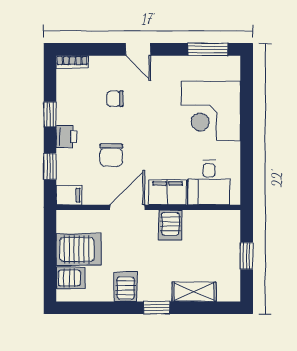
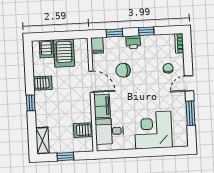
window: (208, 49) -> (190, 113), moved
chair: (115, 99) -> (168, 68), moved
server rack: (170, 225) -> (83, 130), moved
shelving: (194, 292) -> (42, 140), moved

